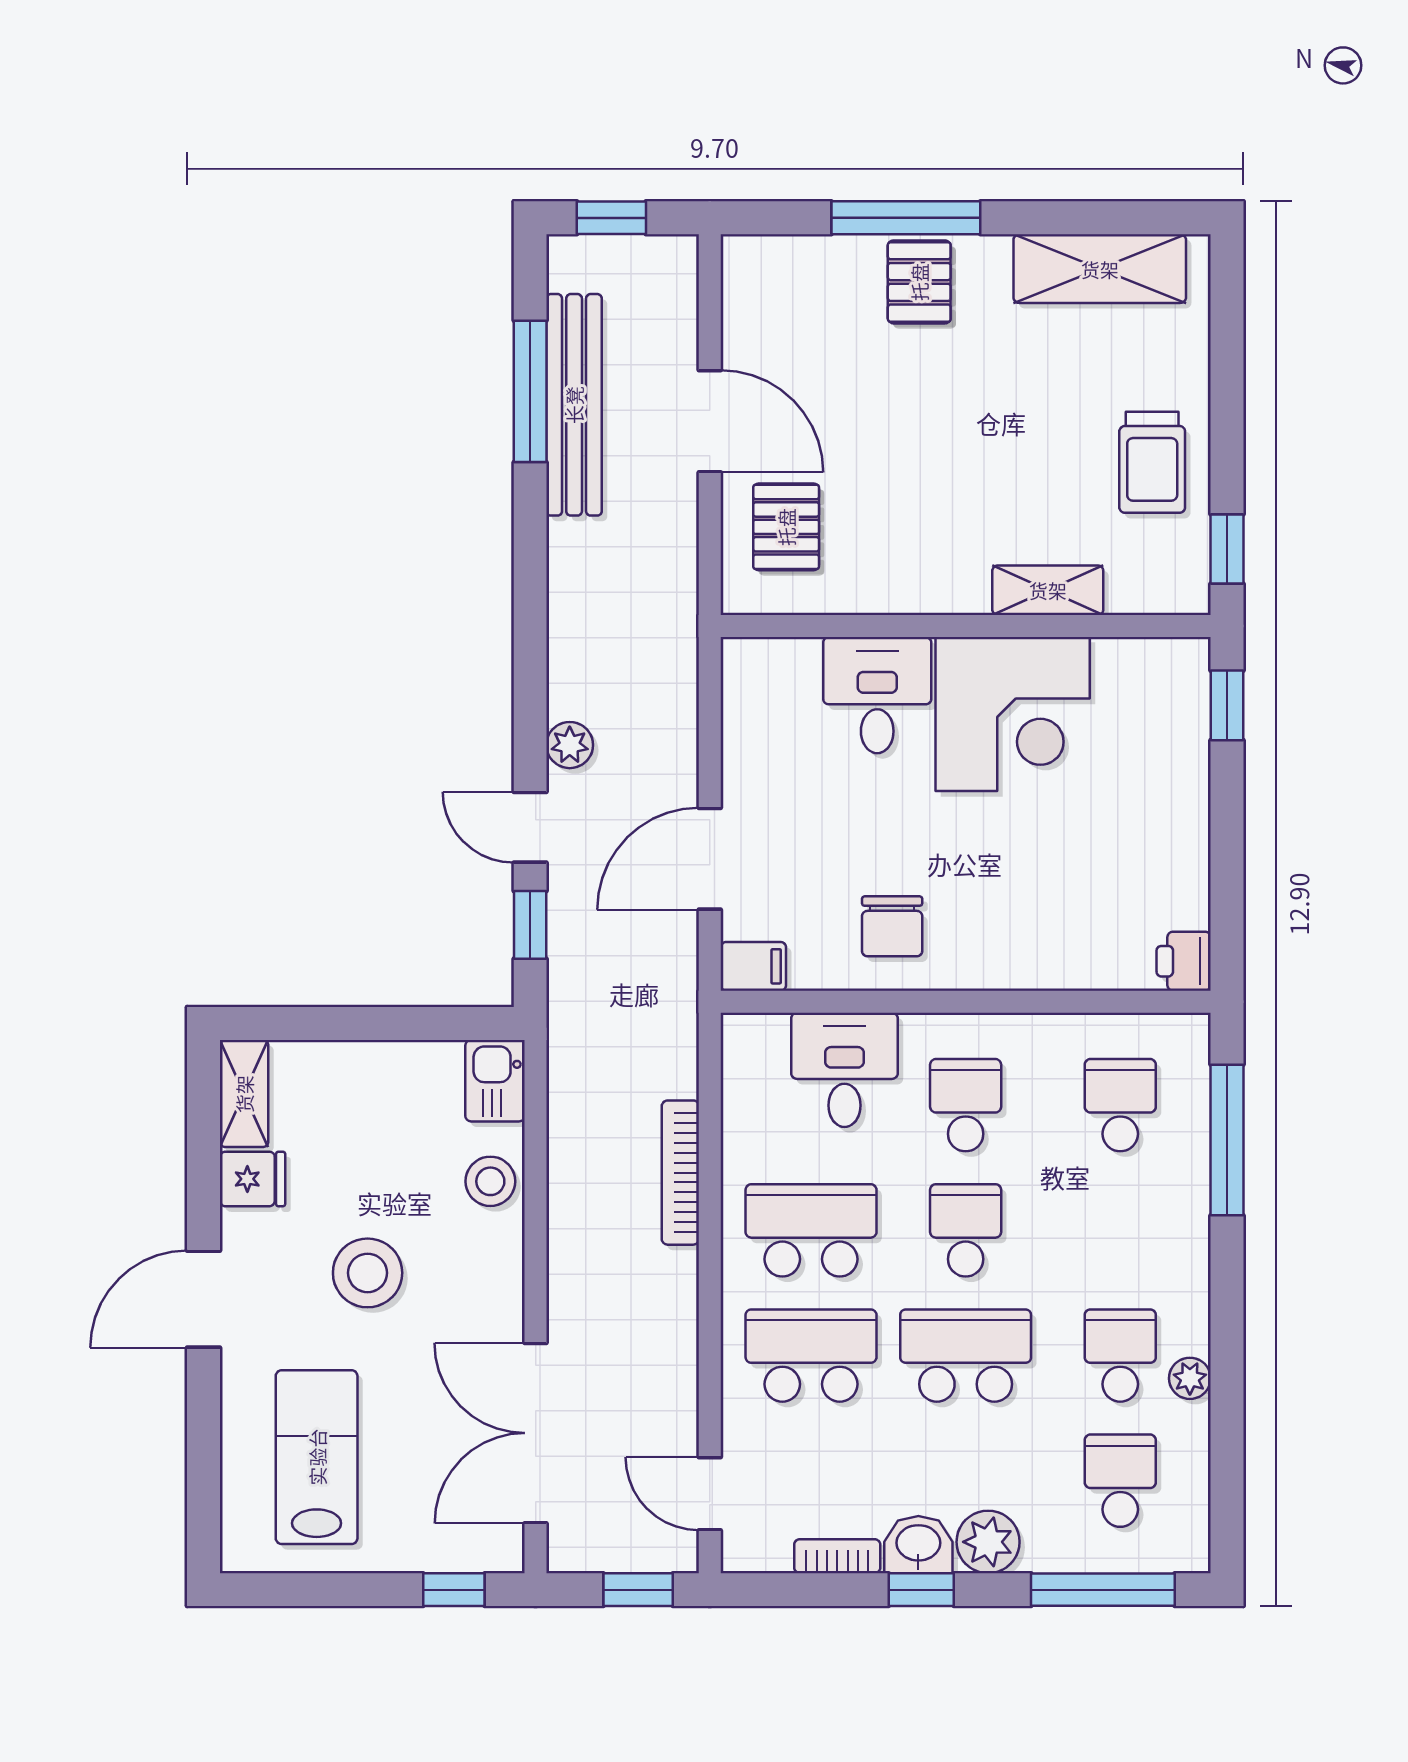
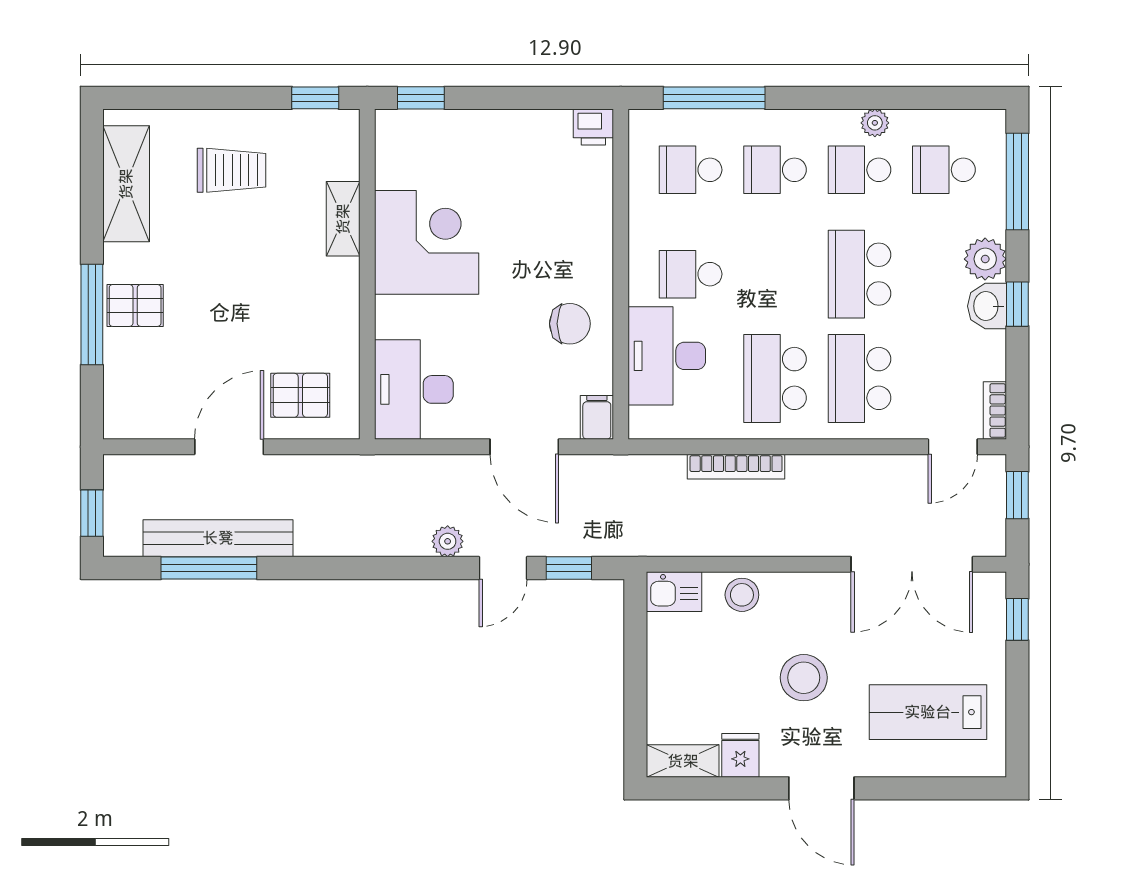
trolley: (1152, 462) -> (231, 170), moved
desk: (877, 695) -> (414, 389), moved, width x1.37
desk: (844, 1070) -> (667, 356), width x1.37
school desk: (966, 1230) -> (775, 170), moved
bookcase: (837, 1556) -> (995, 411), moved

